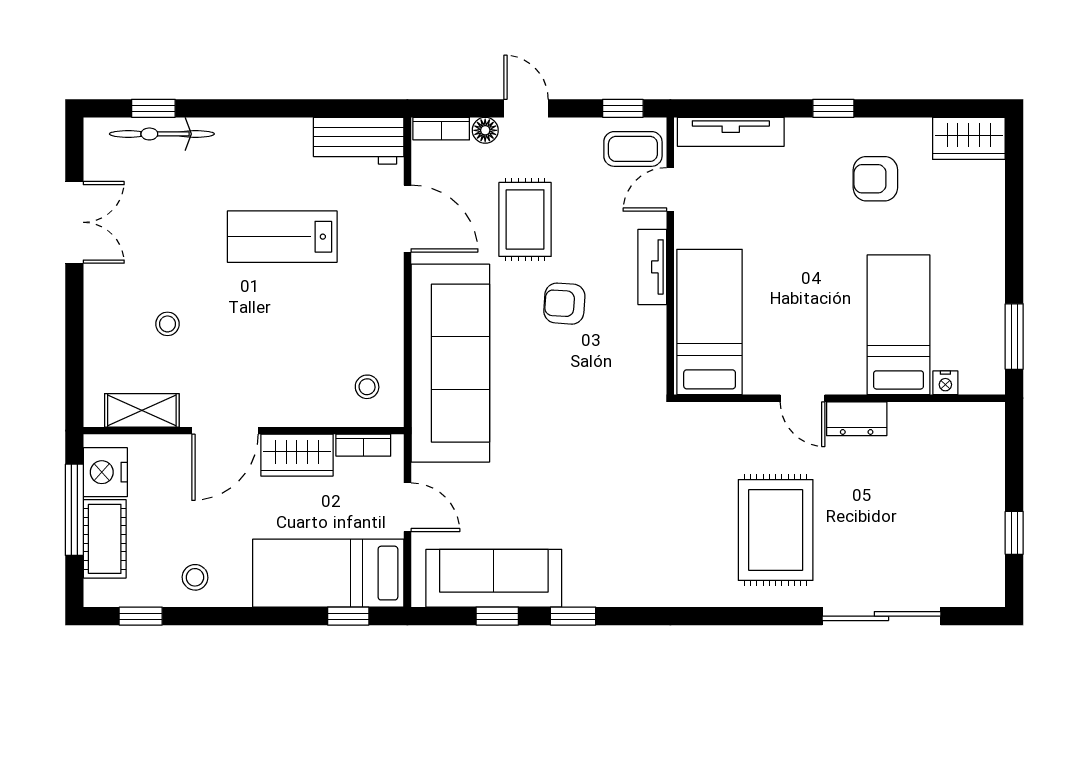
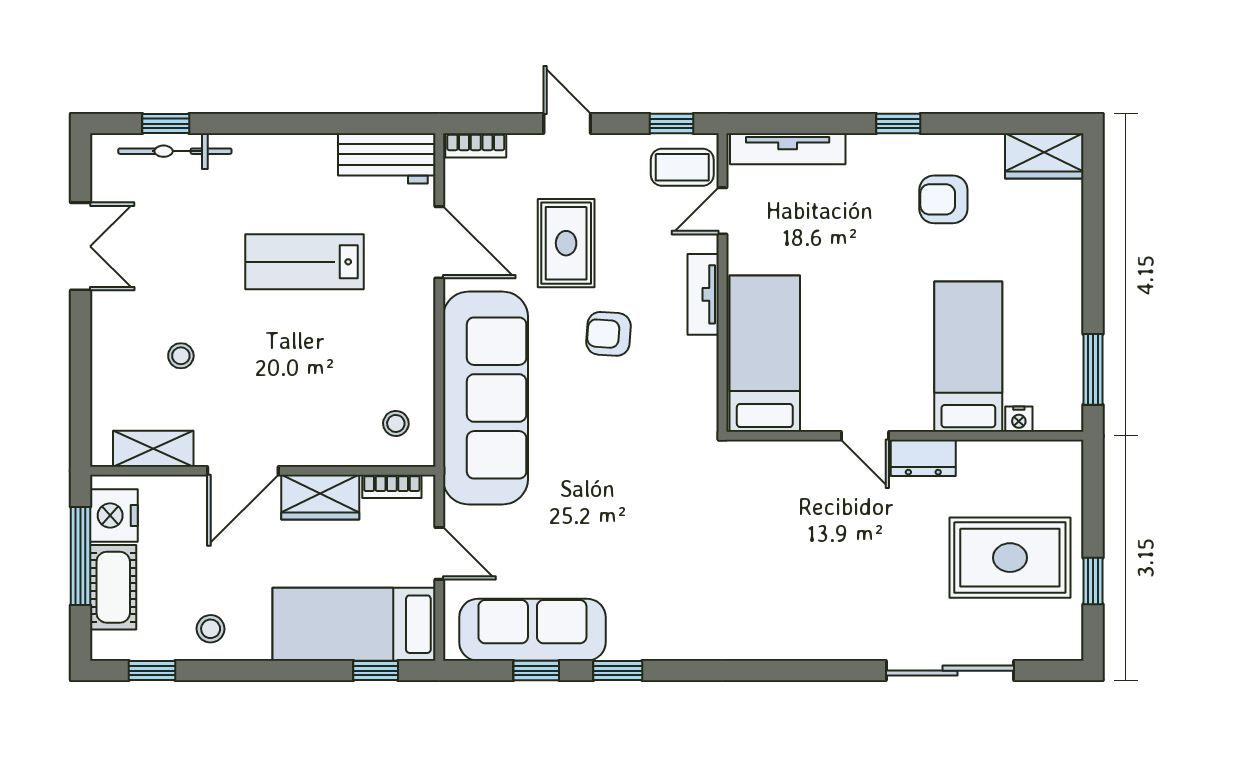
floor lamp: (485, 130) -> (523, 147), removed
rug: (776, 530) -> (1010, 558), moved, turned 90

